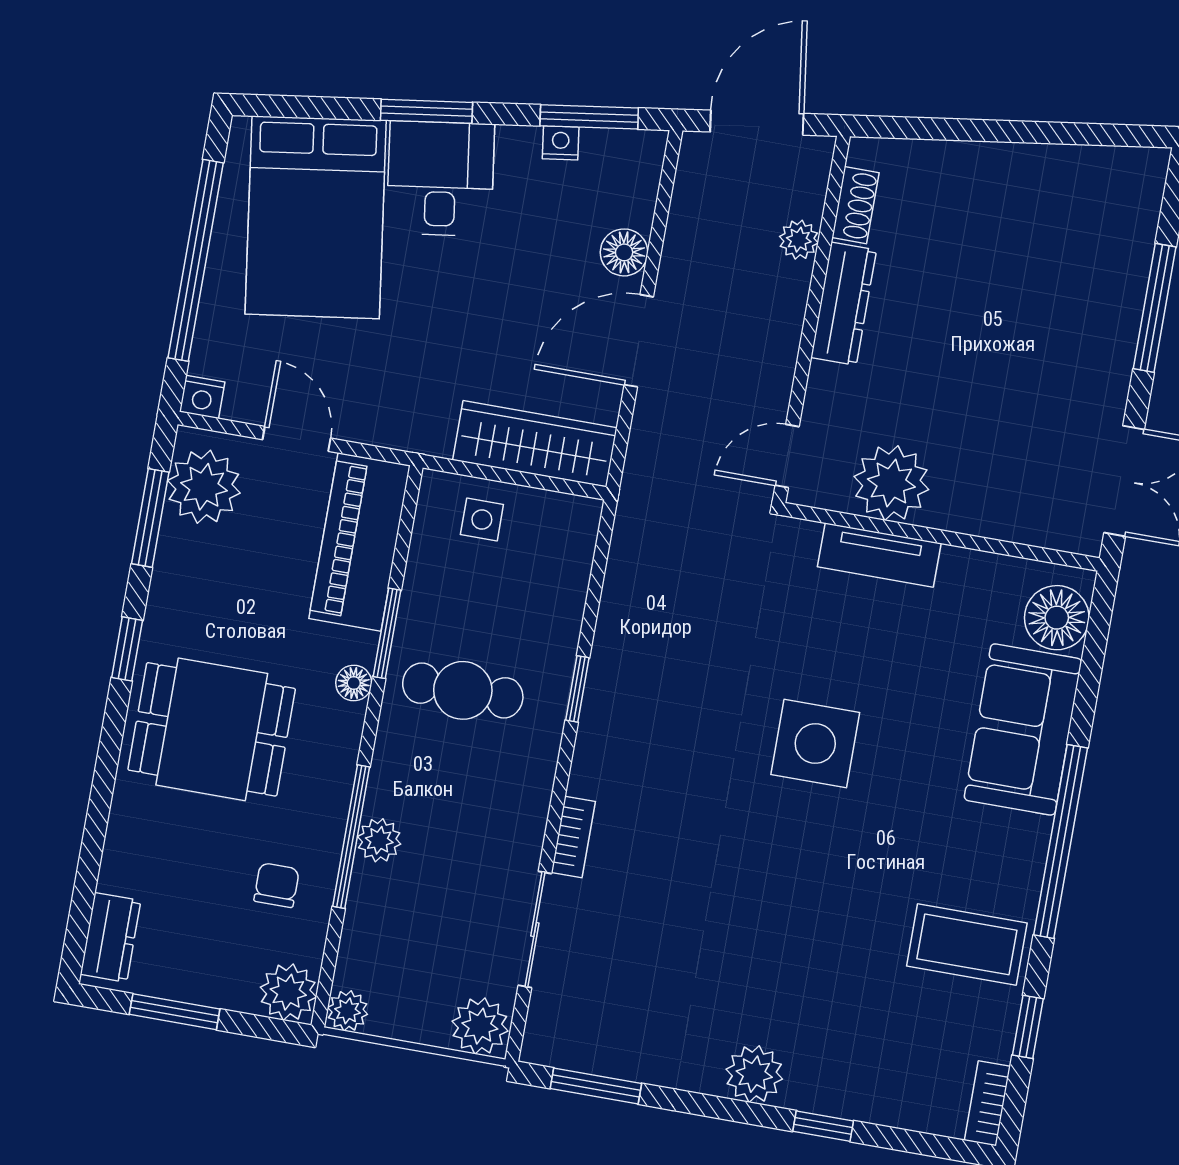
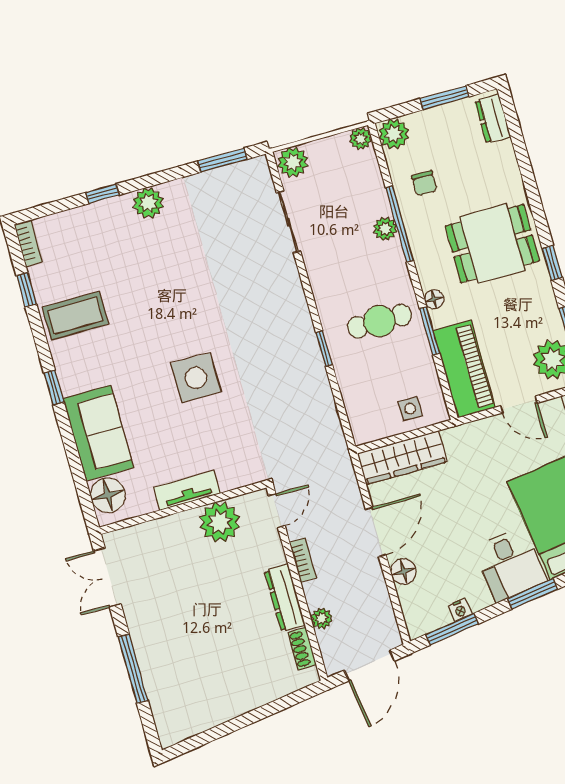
tv unit: (879, 555) -> (187, 490), moved
bookcase: (573, 837) -> (303, 560), moved, turned 180
window: (1061, 841) -> (54, 387), width x0.32

